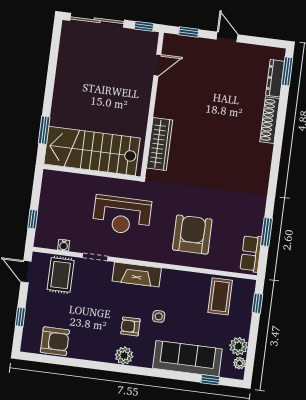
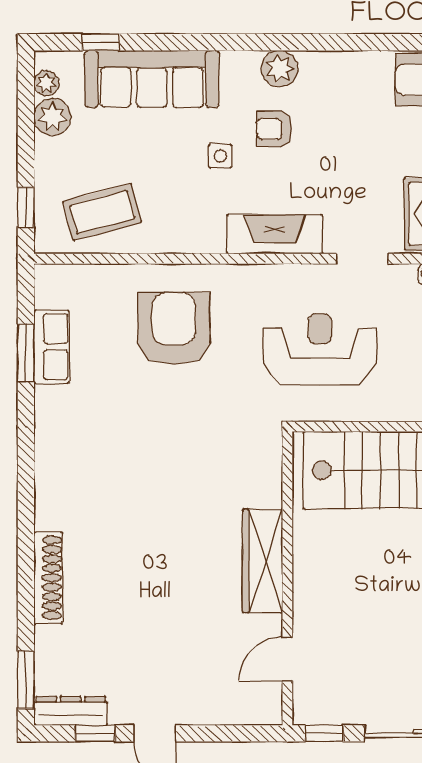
window: (189, 32) -> (95, 733), moved
dresser: (275, 78) -> (71, 711), moved, turned -90
wardrobe: (160, 144) -> (263, 561), moved
armchair: (192, 235) -> (174, 329), turned 180
row of seats: (251, 253) -> (51, 347), moved
coffee table: (220, 296) -> (102, 212), turned 75
armchair: (130, 326) -> (274, 129), turned 180

